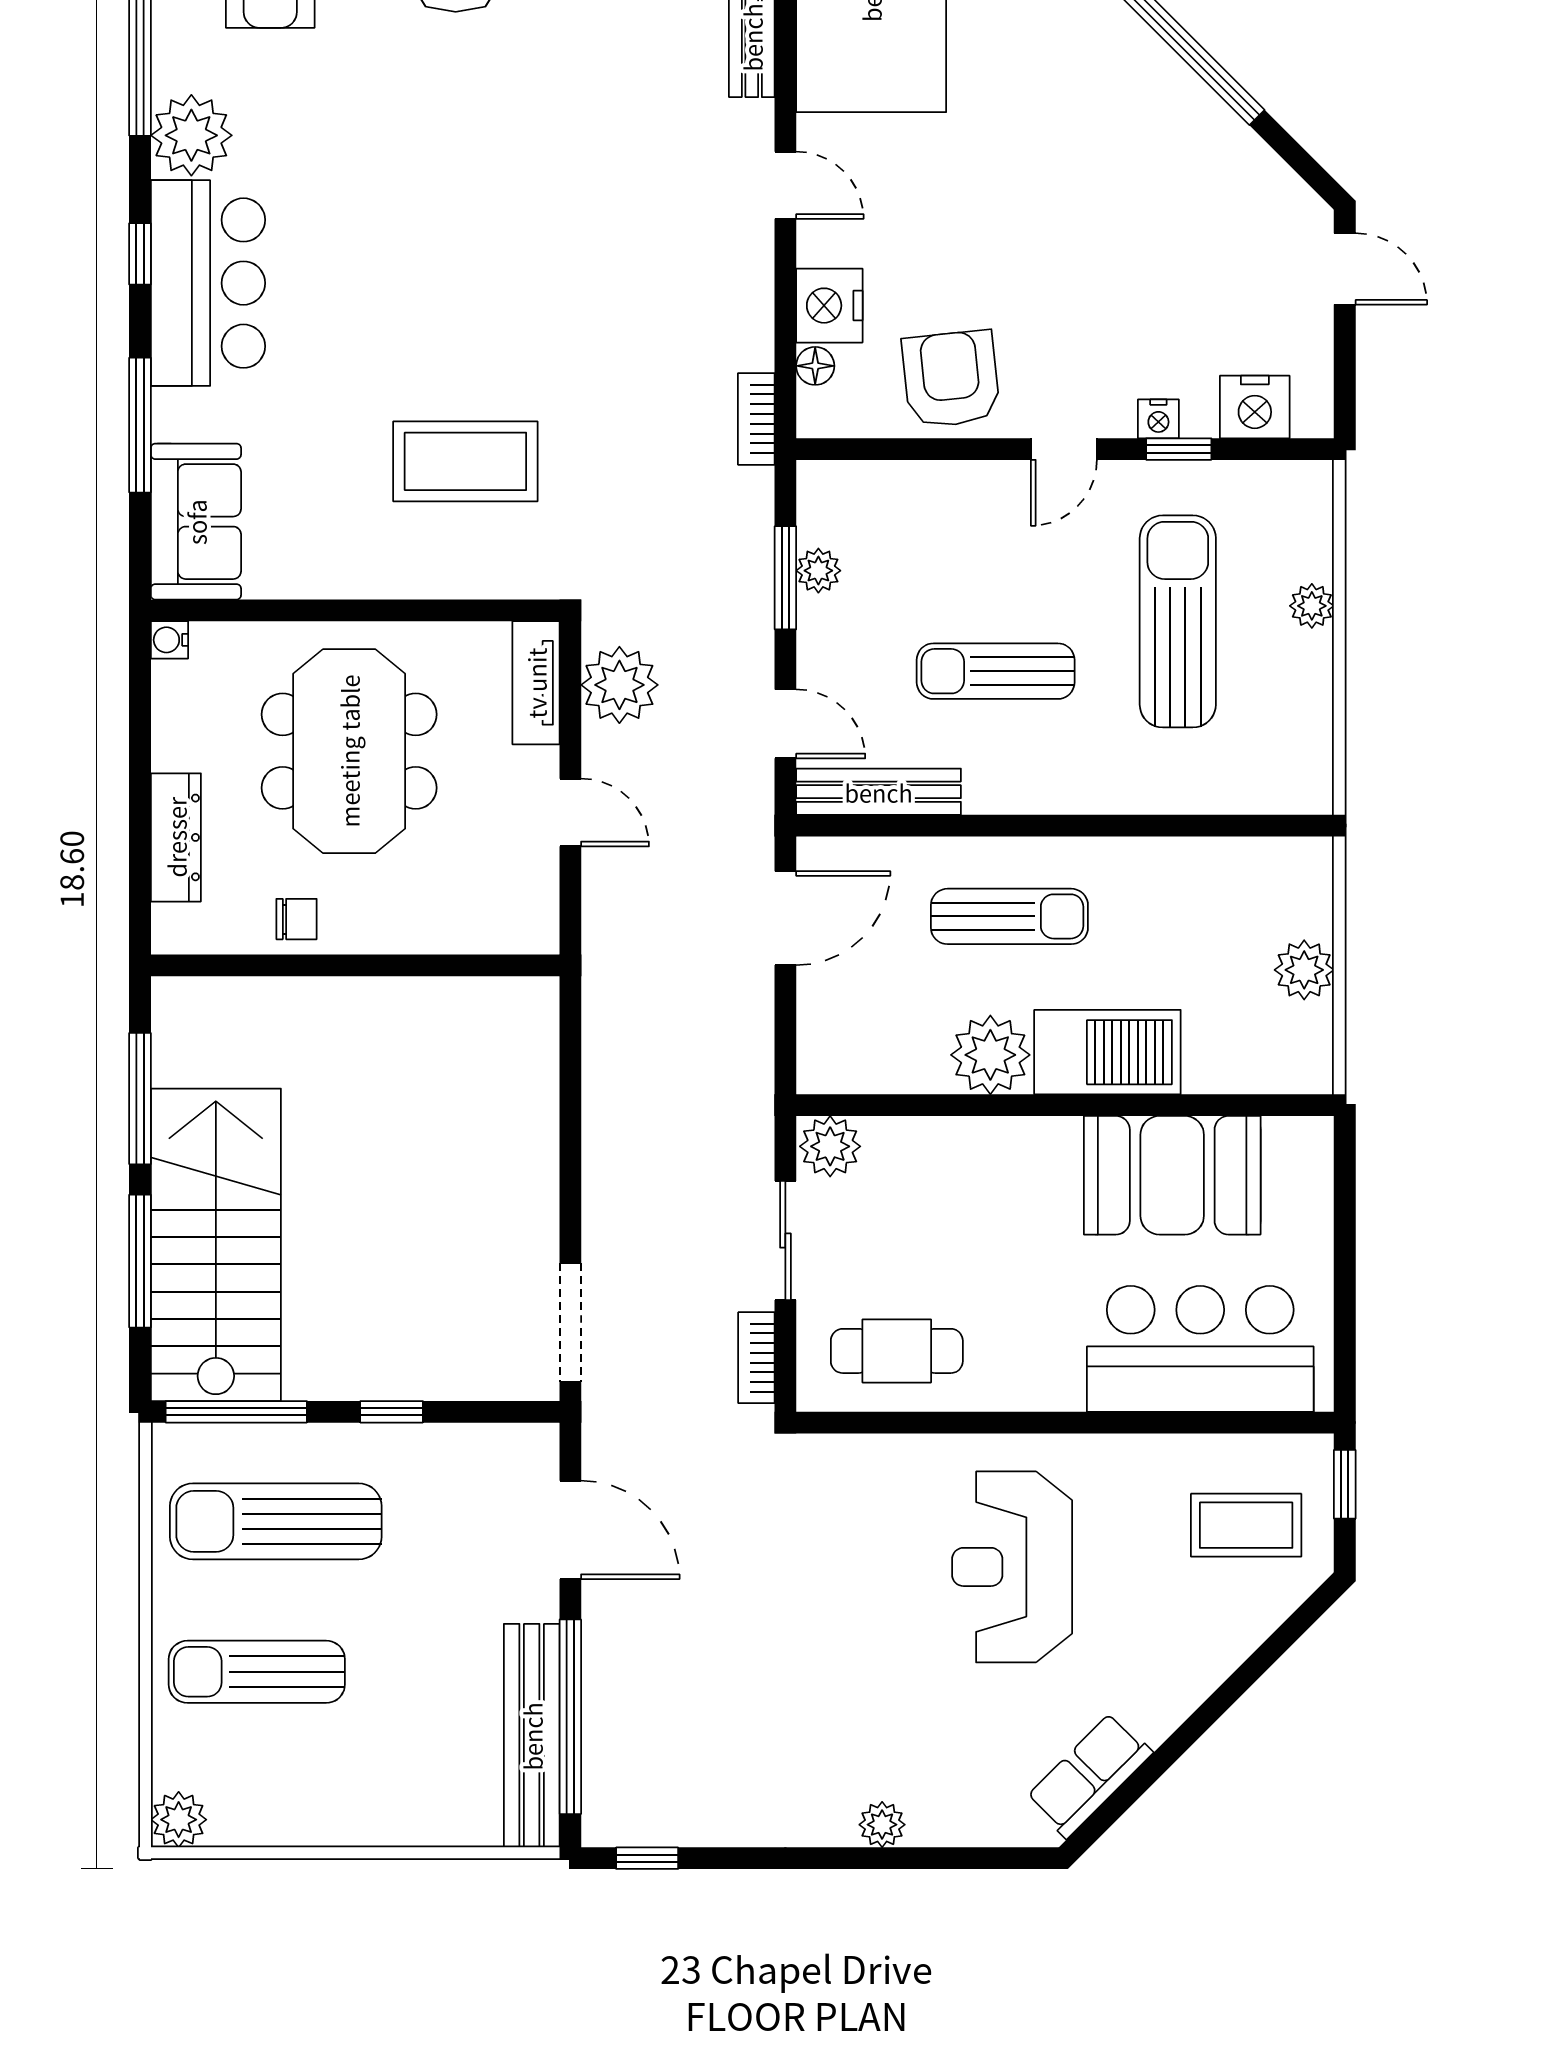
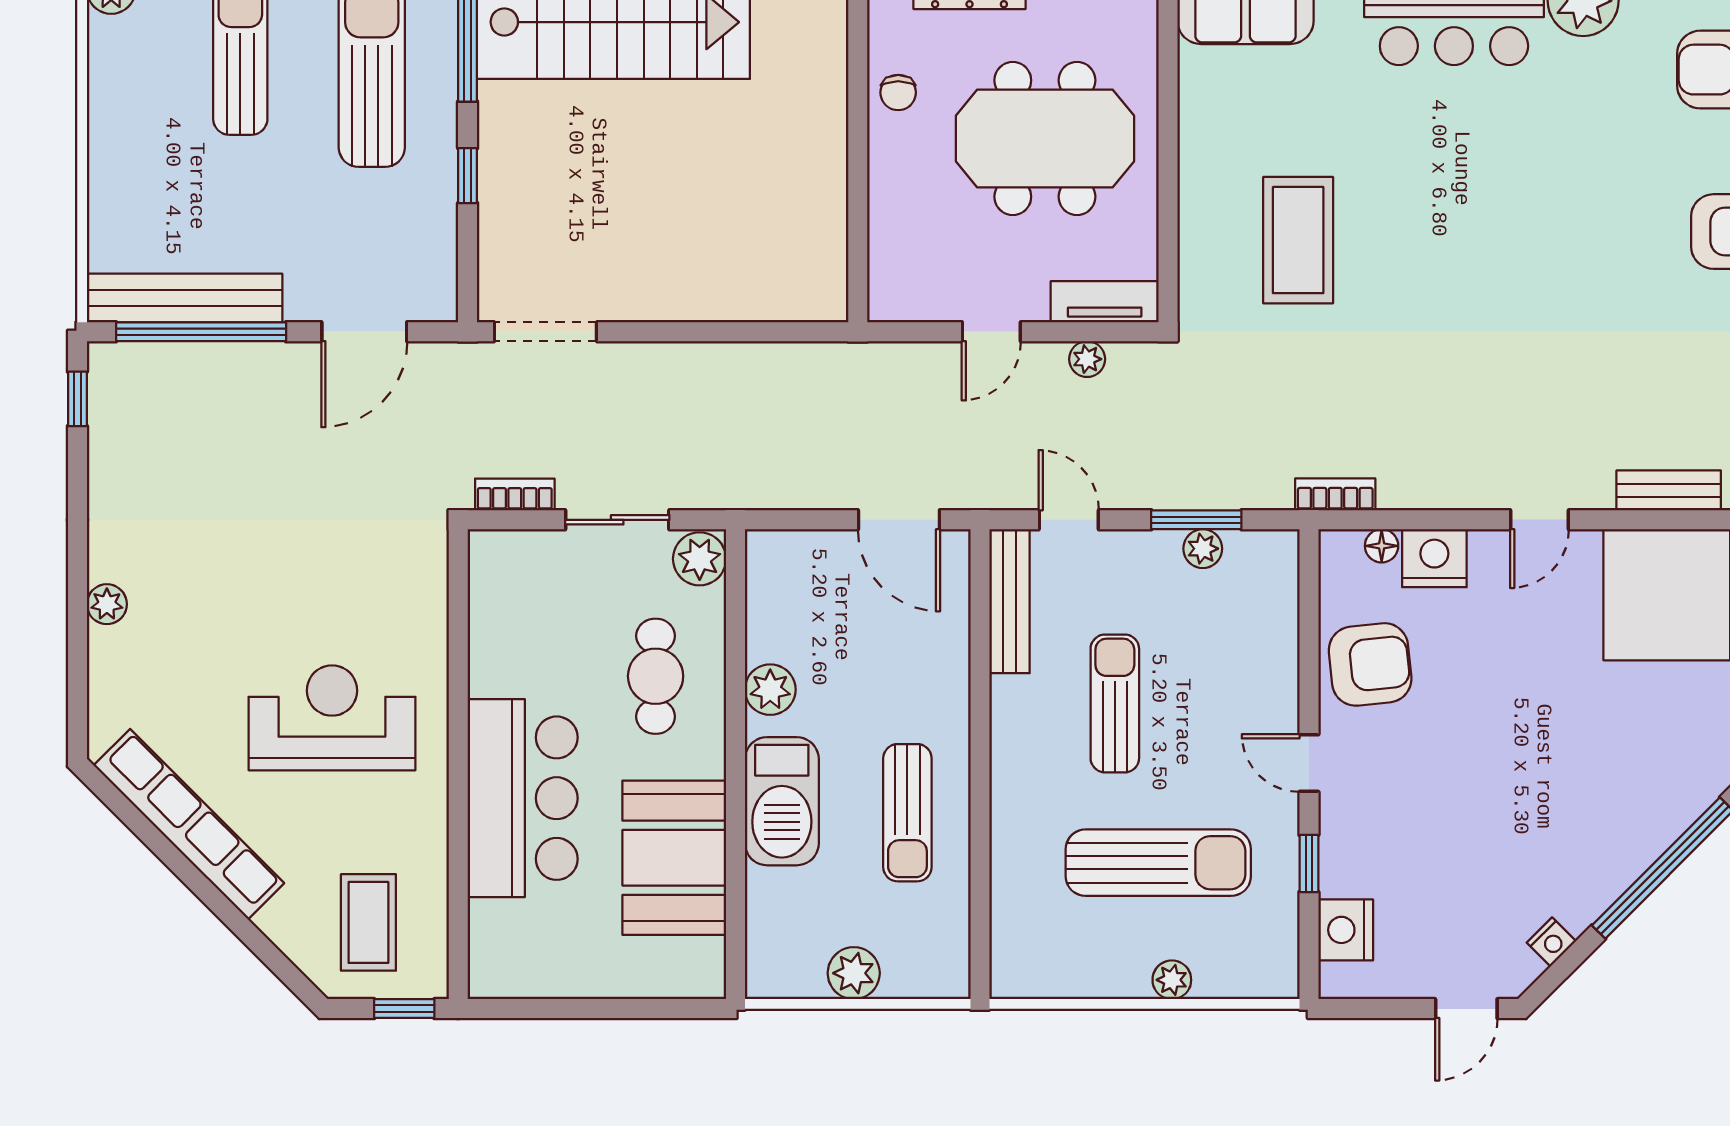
nightstand: (1158, 419) -> (1551, 942), moved, turned -135
plant: (619, 685) -> (1087, 359), width x0.53, depth x0.53
door: (785, 724) -> (1069, 520), swing flipped
sun lounger: (1009, 916) -> (907, 813), moved
plant: (990, 1055) -> (770, 690), width x0.73, depth x0.73
bar counter: (1200, 1349) -> (523, 798), moved
cafe table: (897, 1351) -> (656, 676), moved
row of seats: (1089, 1775) -> (189, 824), width x2.02

